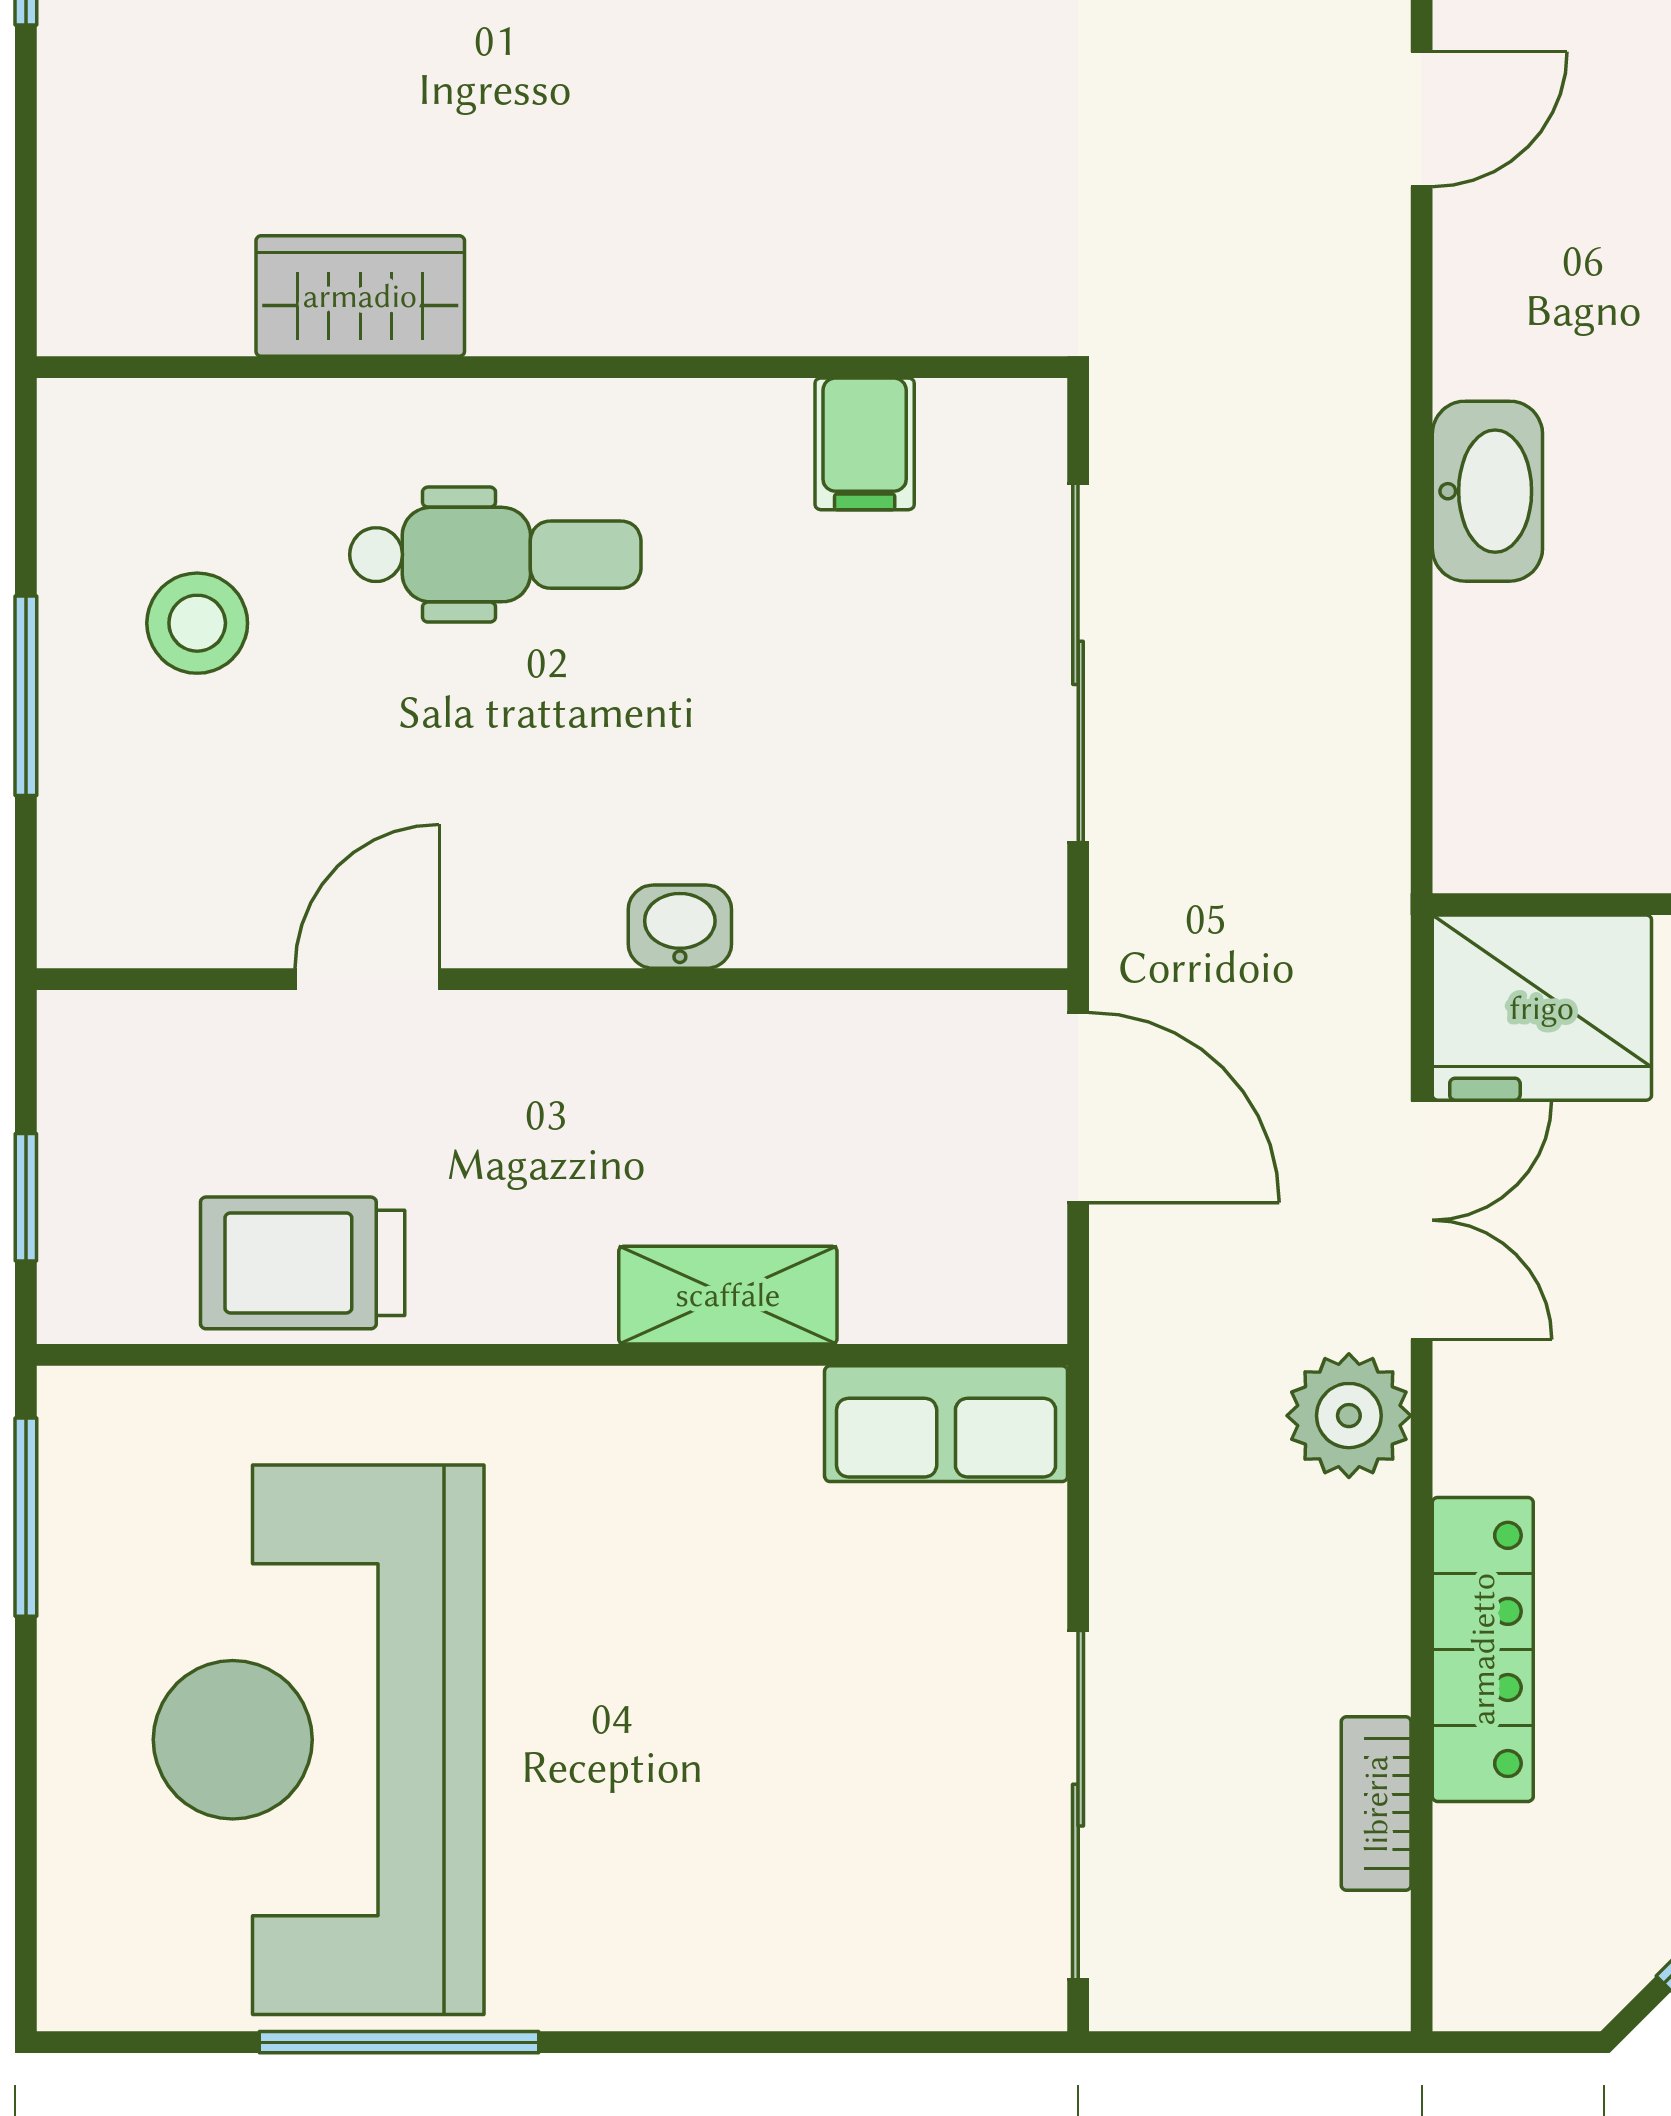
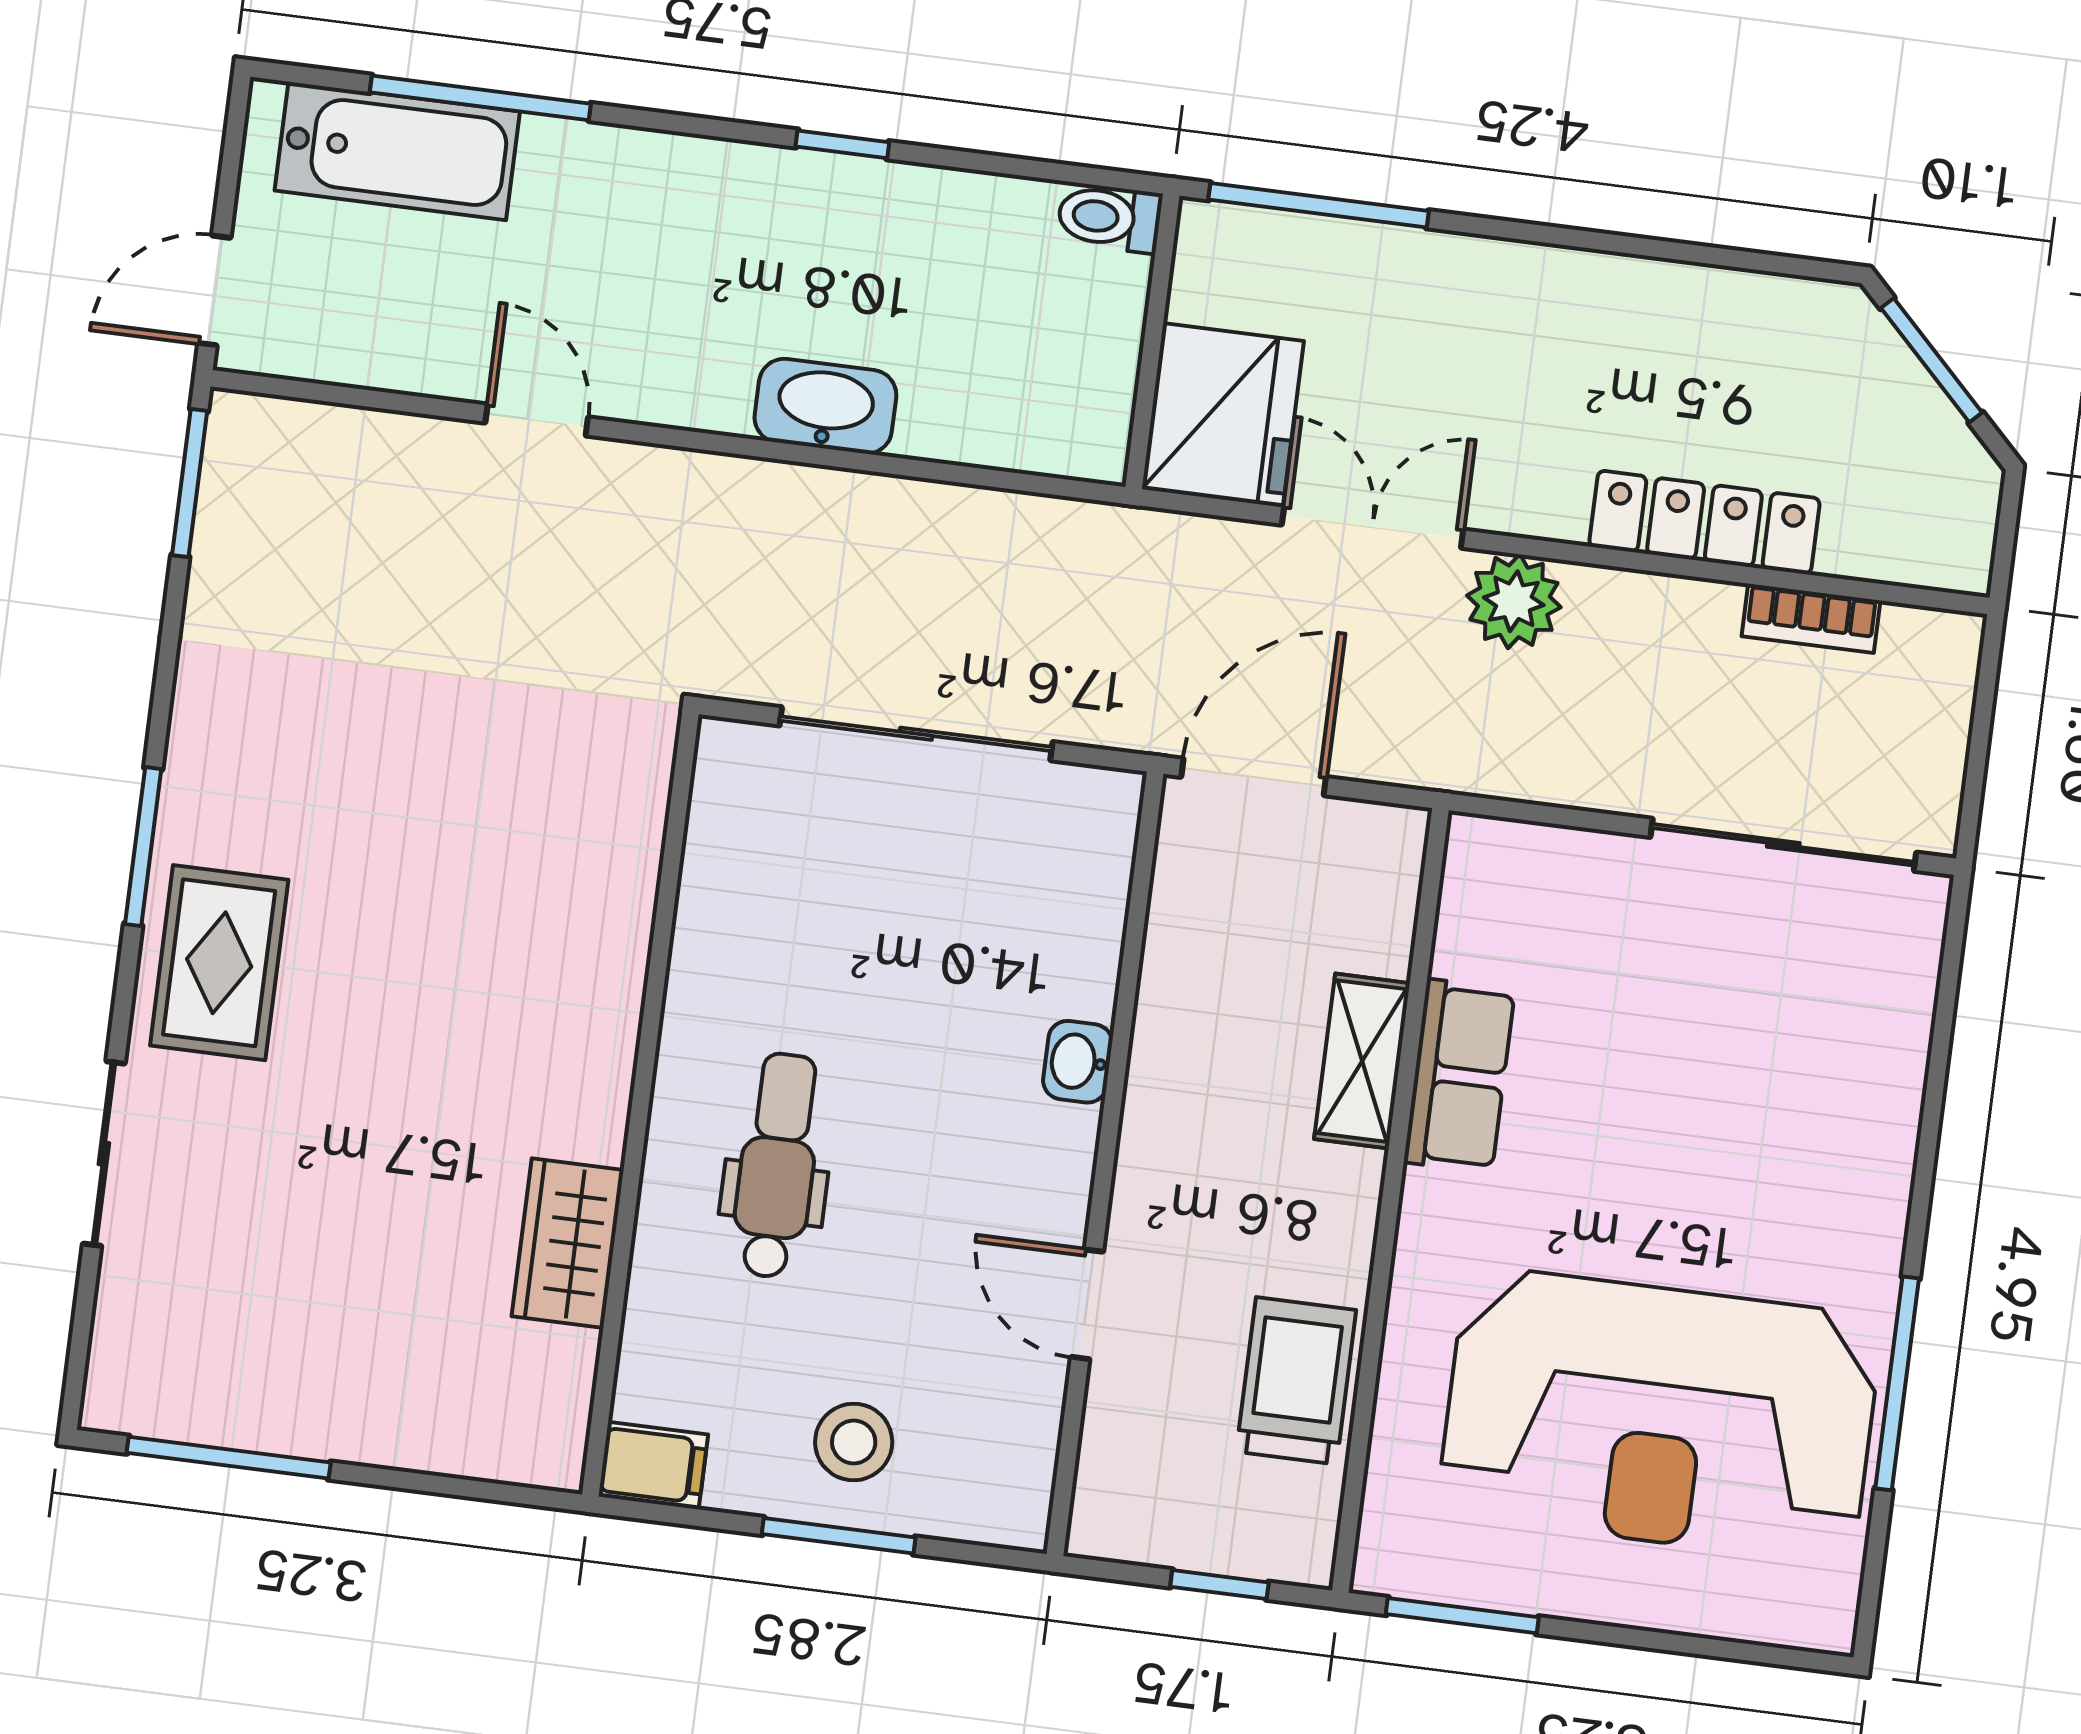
filing cabinet: (865, 444) -> (653, 1466), moved
stool: (197, 623) -> (854, 1442), moved
trolley: (303, 1263) -> (1296, 1381), turned 180
row of seats: (946, 1424) -> (1459, 1076), moved

